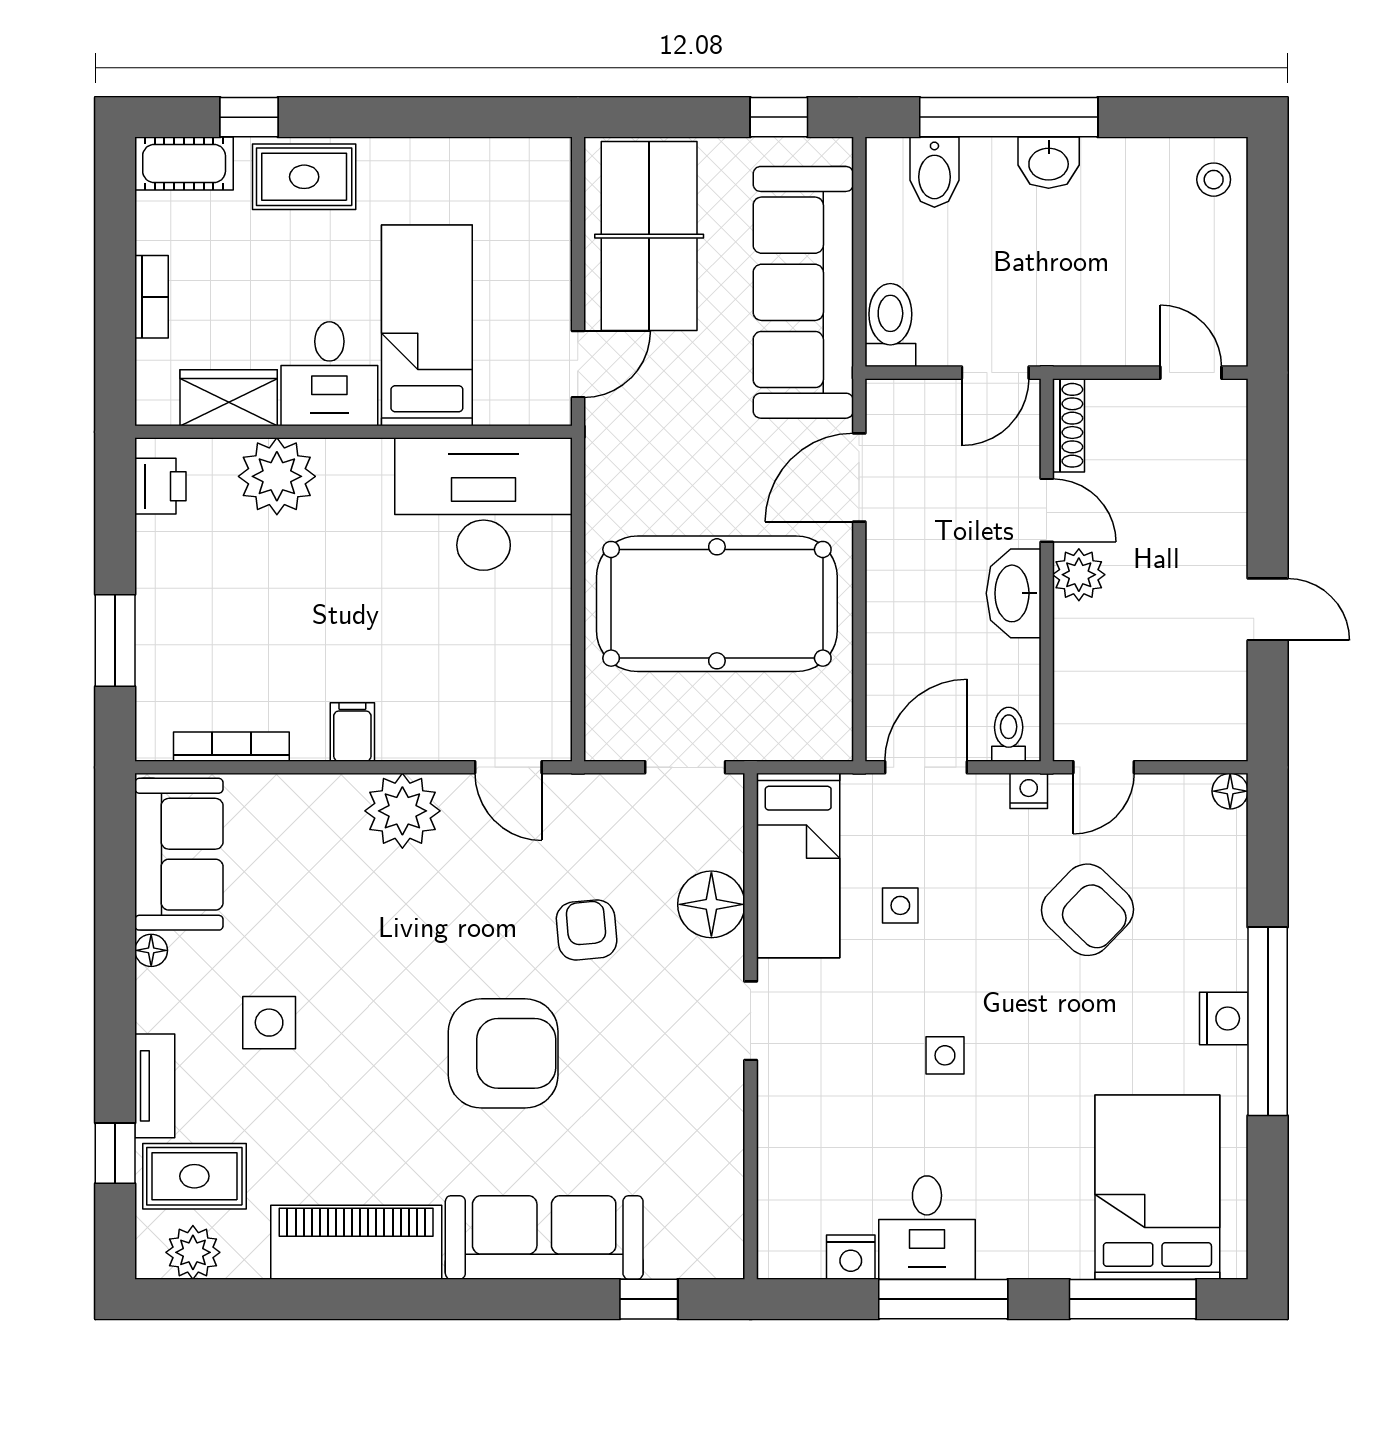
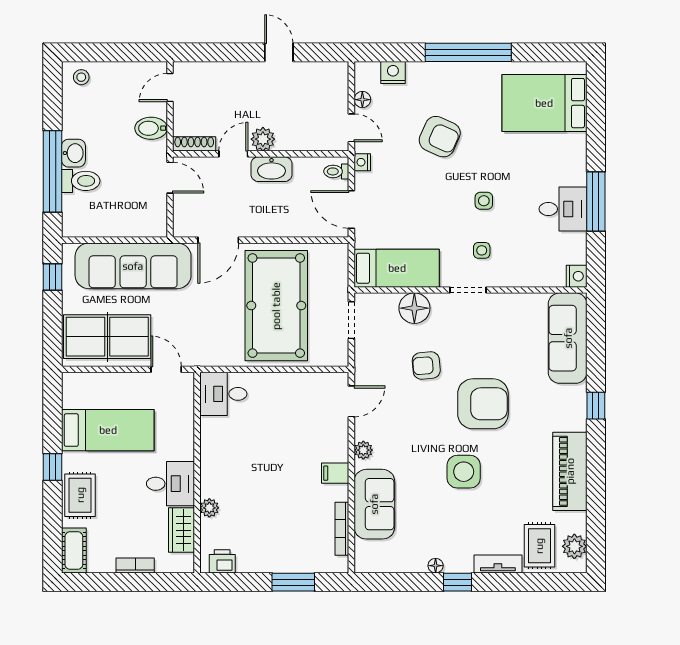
window: (249, 117) -> (53, 467), moved
bidet: (934, 172) -> (151, 128), moved, turned 180
bed: (427, 325) -> (108, 430), moved, turned 180
toilet: (890, 325) -> (81, 181), moved, turned 180
plant: (277, 476) -> (209, 508), width x0.53, depth x0.53
door: (859, 478) -> (218, 240), hinge flipped
desk: (484, 504) -> (223, 394), width x0.53, depth x0.77
door: (1268, 609) -> (279, 52), hinge flipped
floor lamp: (1230, 791) -> (362, 100), moved
plant: (402, 811) -> (363, 450), width x0.53, depth x0.53
sofa: (179, 854) -> (374, 504), moved, turned 90
side table: (900, 905) -> (482, 250), moved
armchair: (1088, 910) -> (440, 137), moved, turned 70
nightstand: (1224, 1018) -> (393, 73), moved
side table: (269, 1023) -> (464, 472), moved, width x1.37, depth x1.37
armchair: (503, 1053) -> (483, 404), turned 90
window: (115, 1153) -> (457, 582), moved
sofa: (544, 1237) -> (568, 338), moved
nightstand: (851, 1257) -> (577, 276), moved
window: (649, 1299) -> (596, 406), moved
window: (1133, 1299) -> (596, 114), removed

